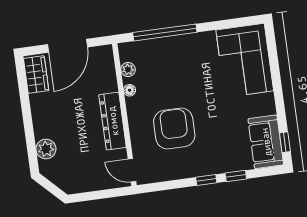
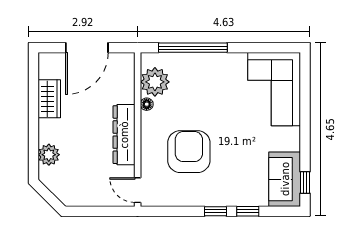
plant: (128, 70) -> (155, 82), width x1.87, depth x1.87
wardrobe: (36, 75) -> (49, 99), moved

